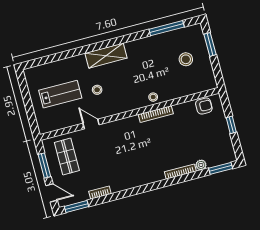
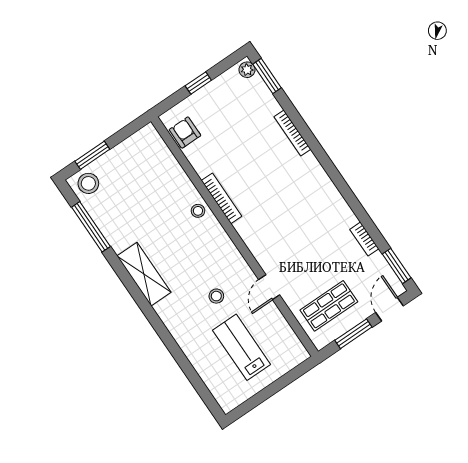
shelving: (106, 56) -> (144, 274), moved
stool: (186, 59) -> (88, 183), moved
plant: (201, 165) -> (247, 70), moved

